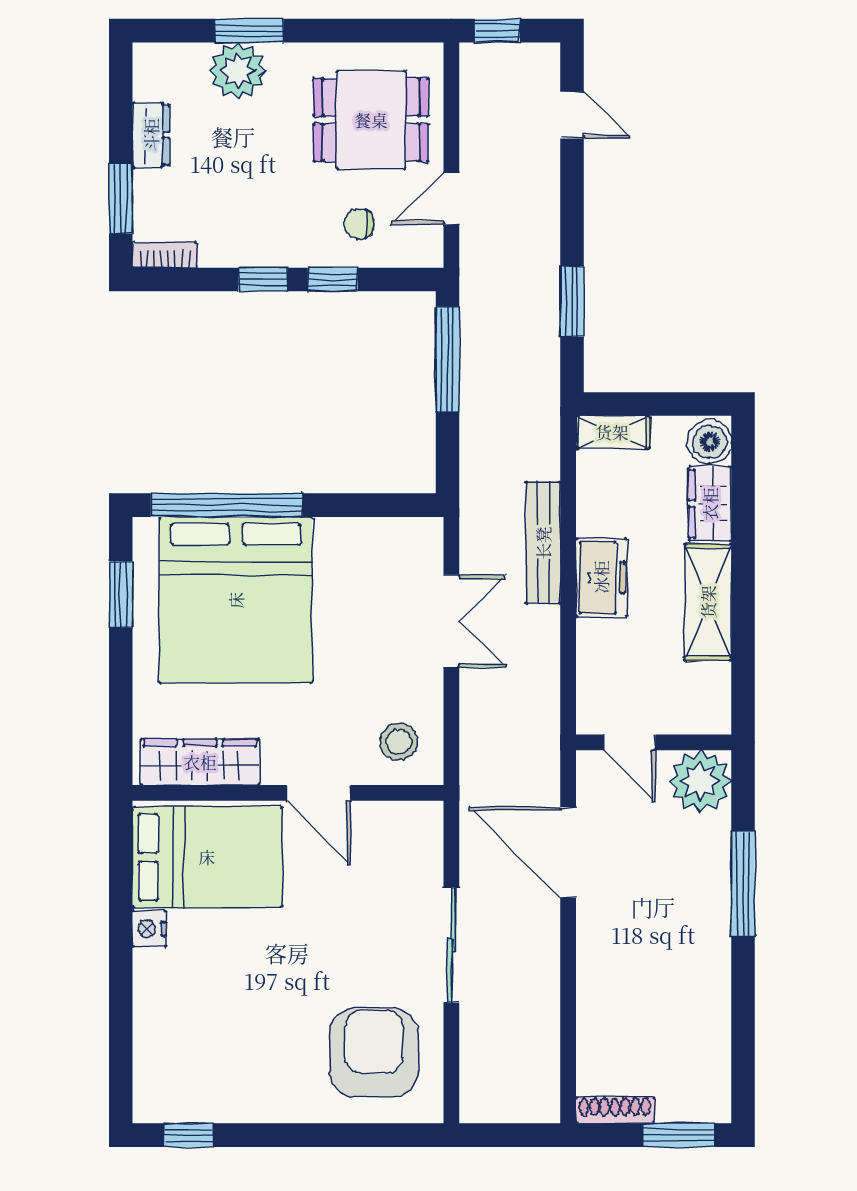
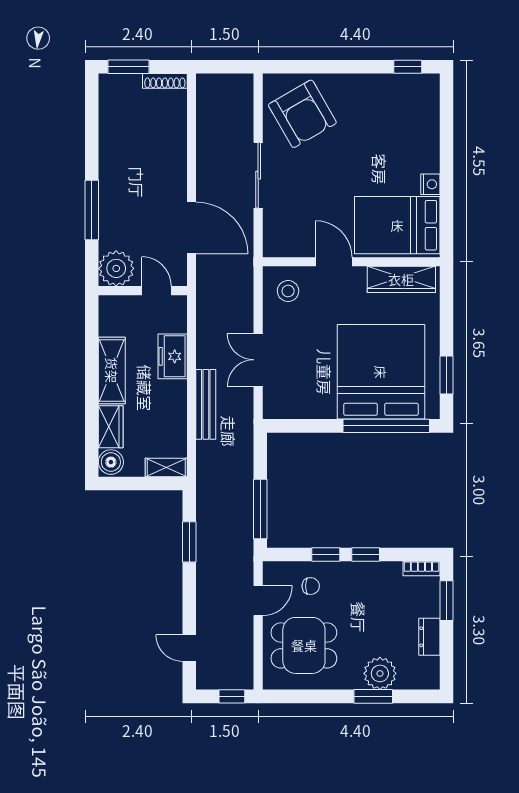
freezer: (601, 577) -> (173, 356), moved
armchair: (374, 1053) -> (302, 114), turned -30

